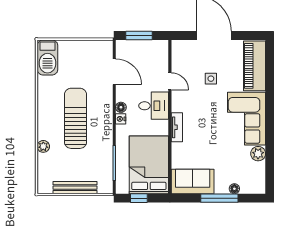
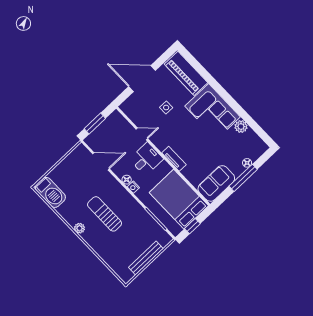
sun lounger: (75, 118) -> (105, 214), width x0.73, depth x0.75
plant: (43, 146) -> (79, 228), moved

